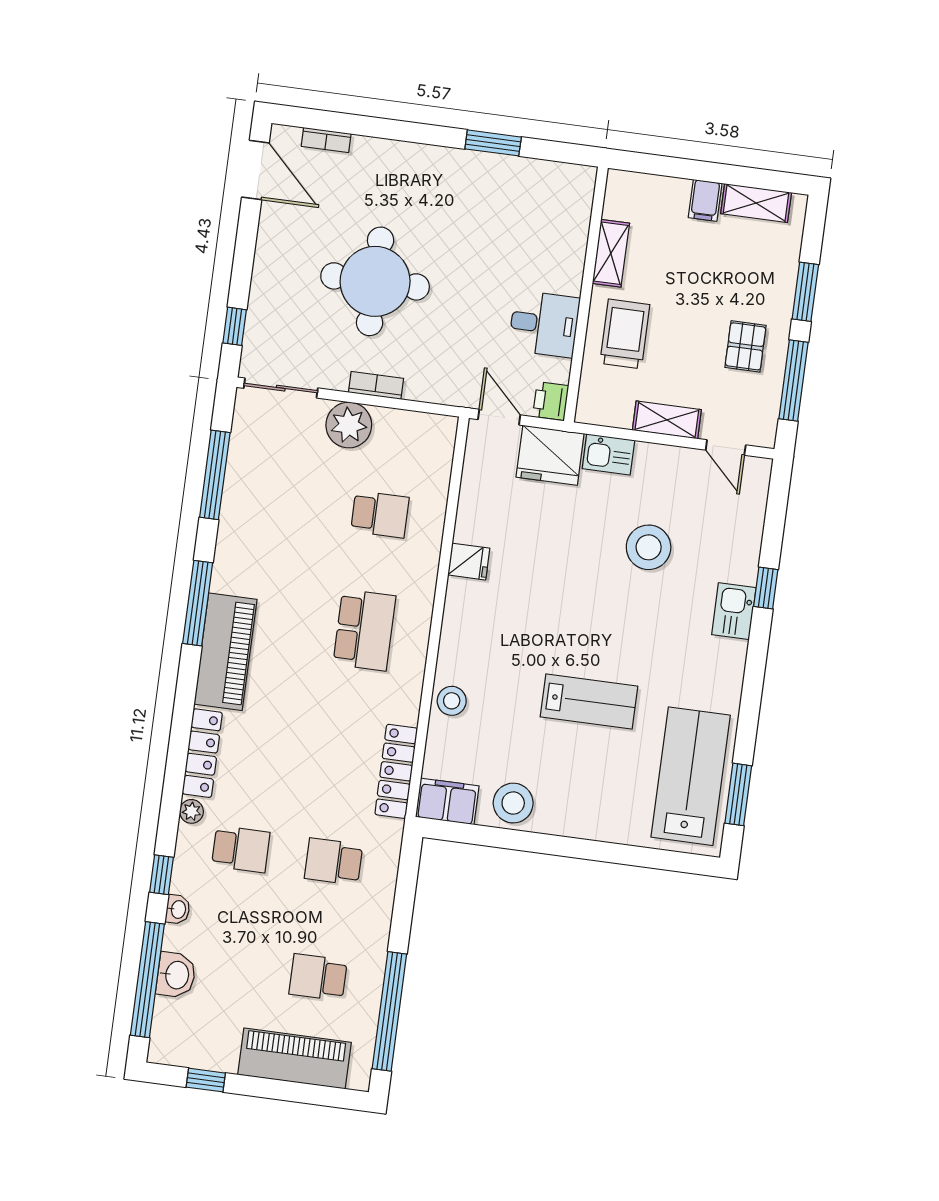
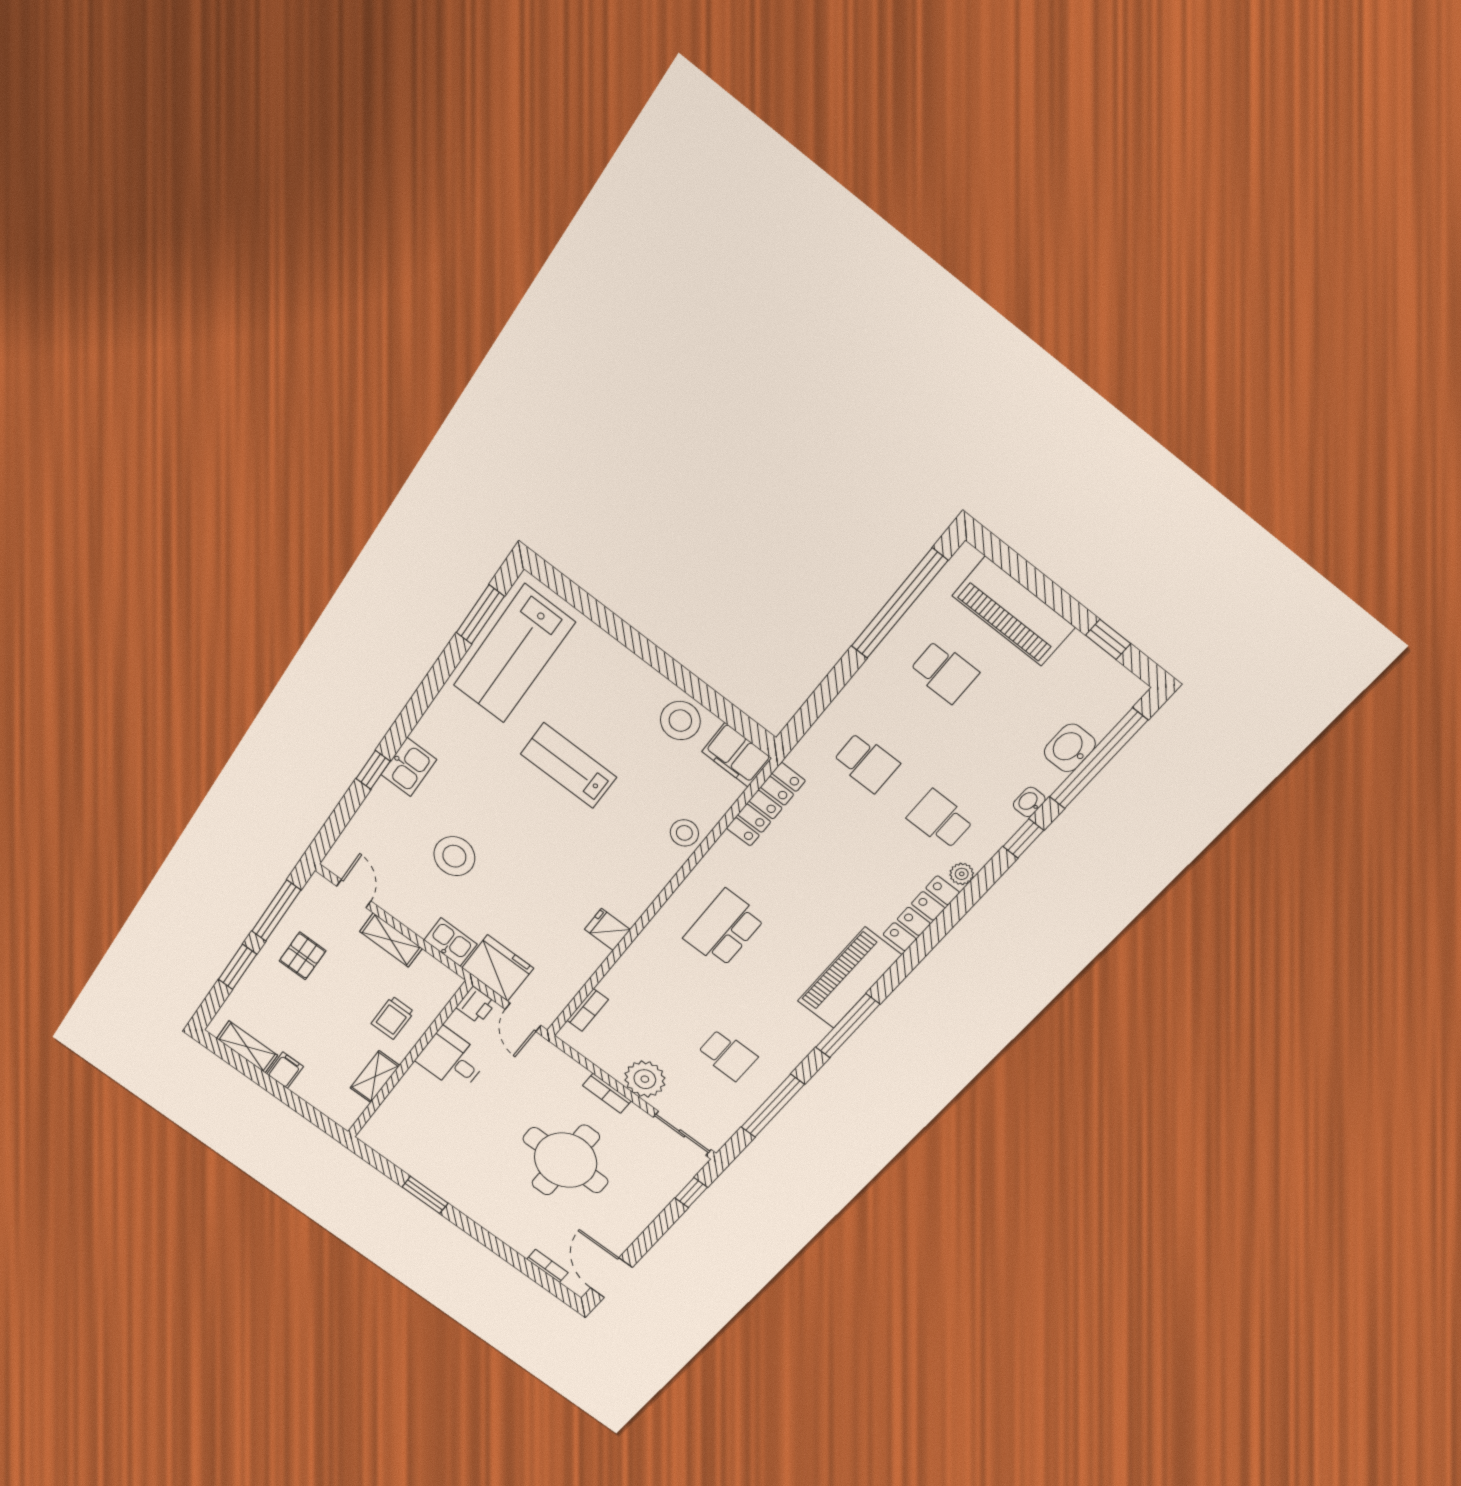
trolley: (625, 334) -> (393, 1018), width x0.73, depth x0.72
bookcase: (442, 465) -> (588, 1010), added
school desk: (380, 514) -> (728, 1055), moved, turned 180

